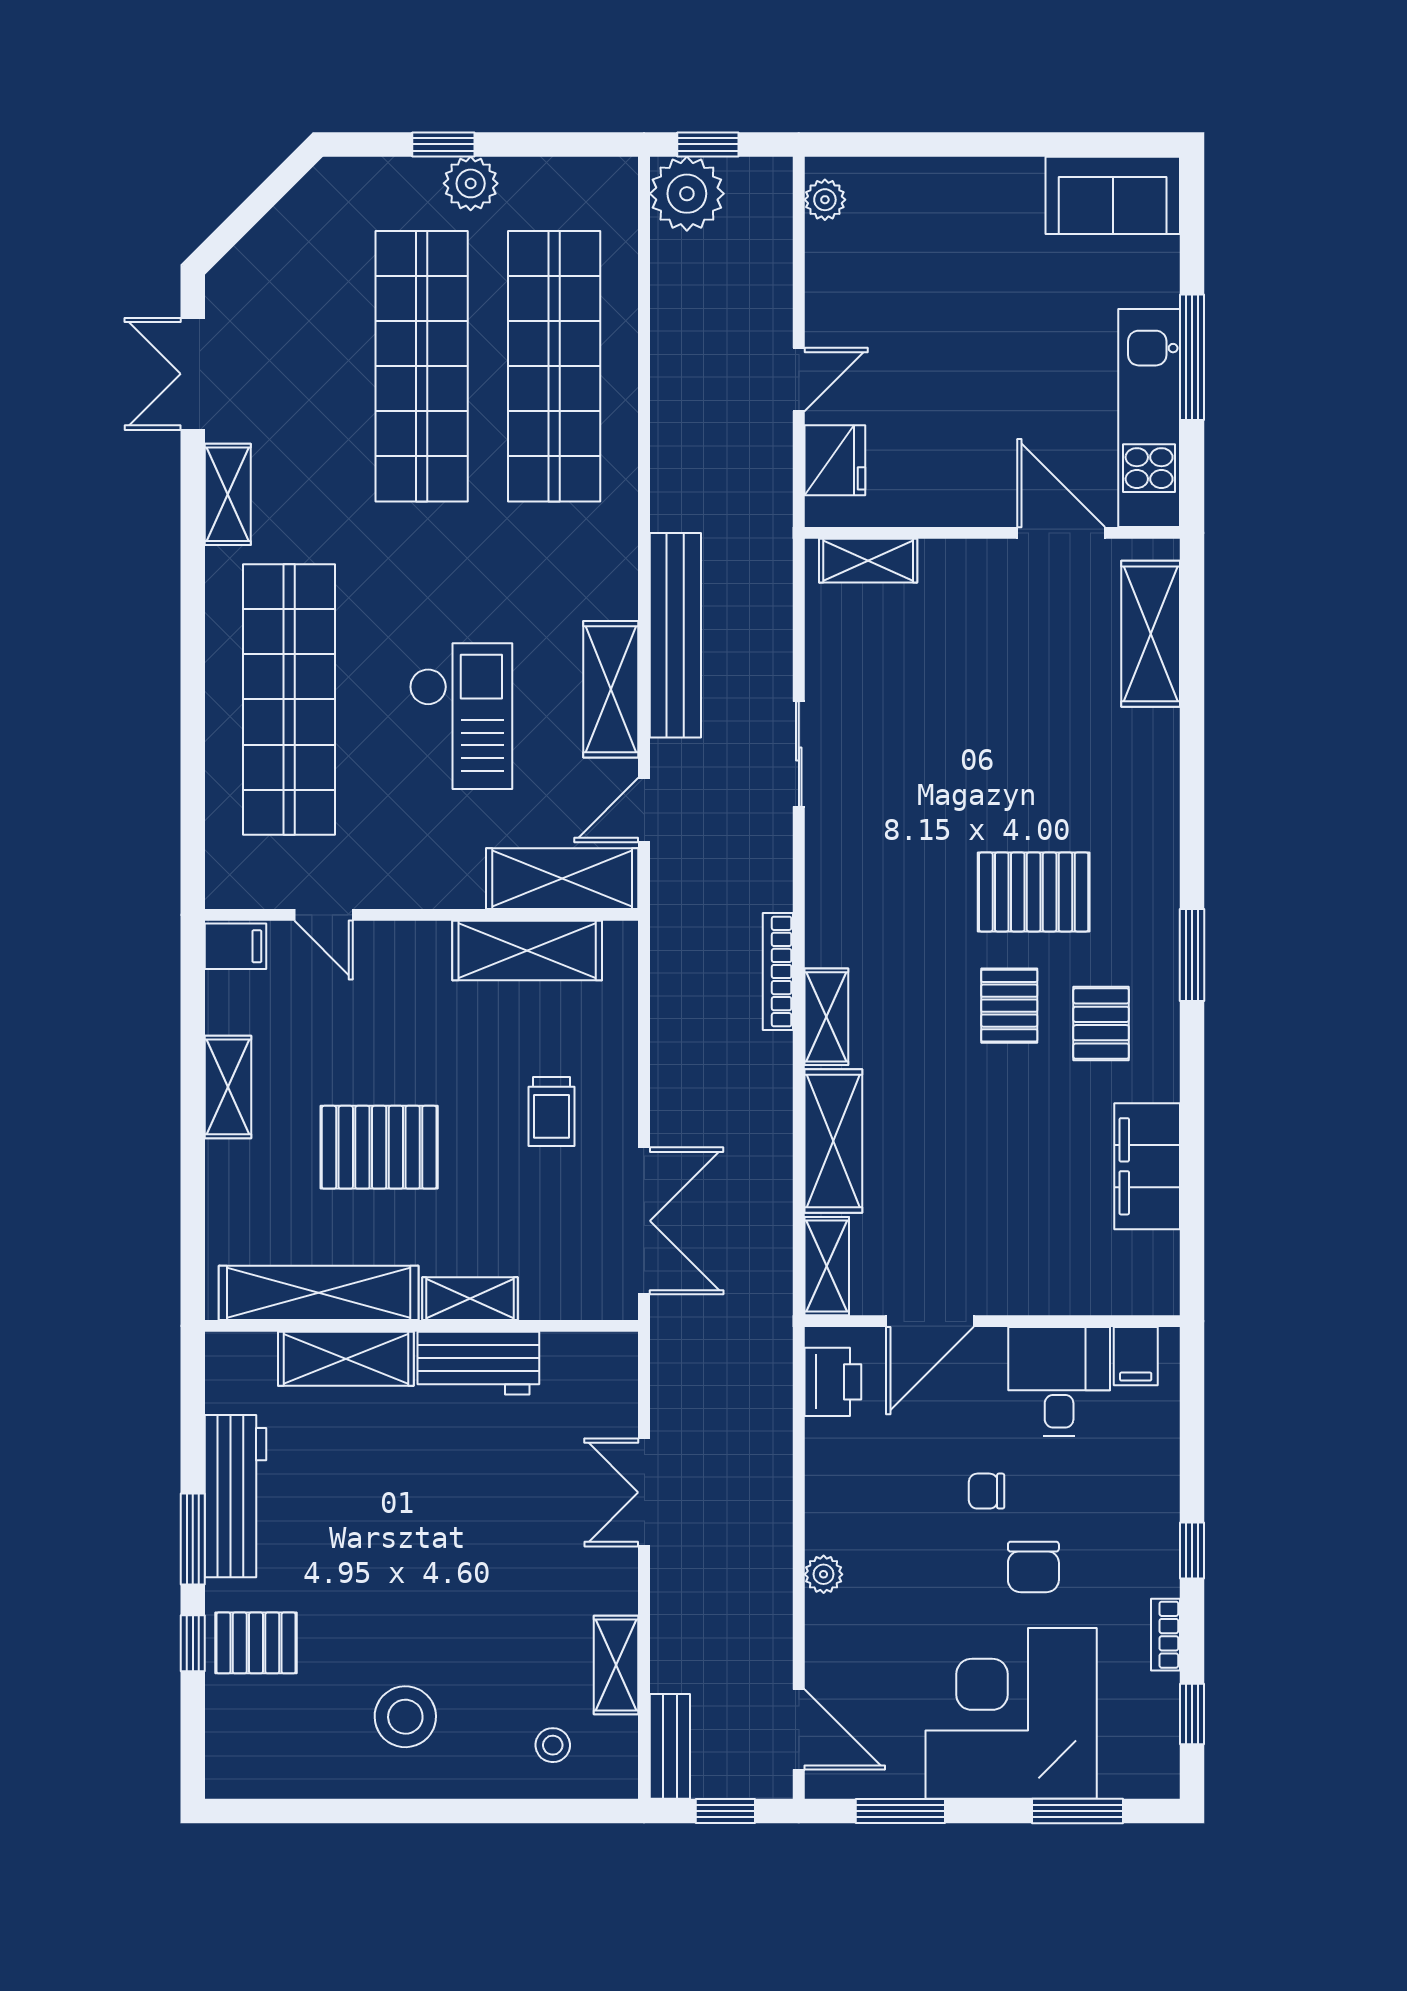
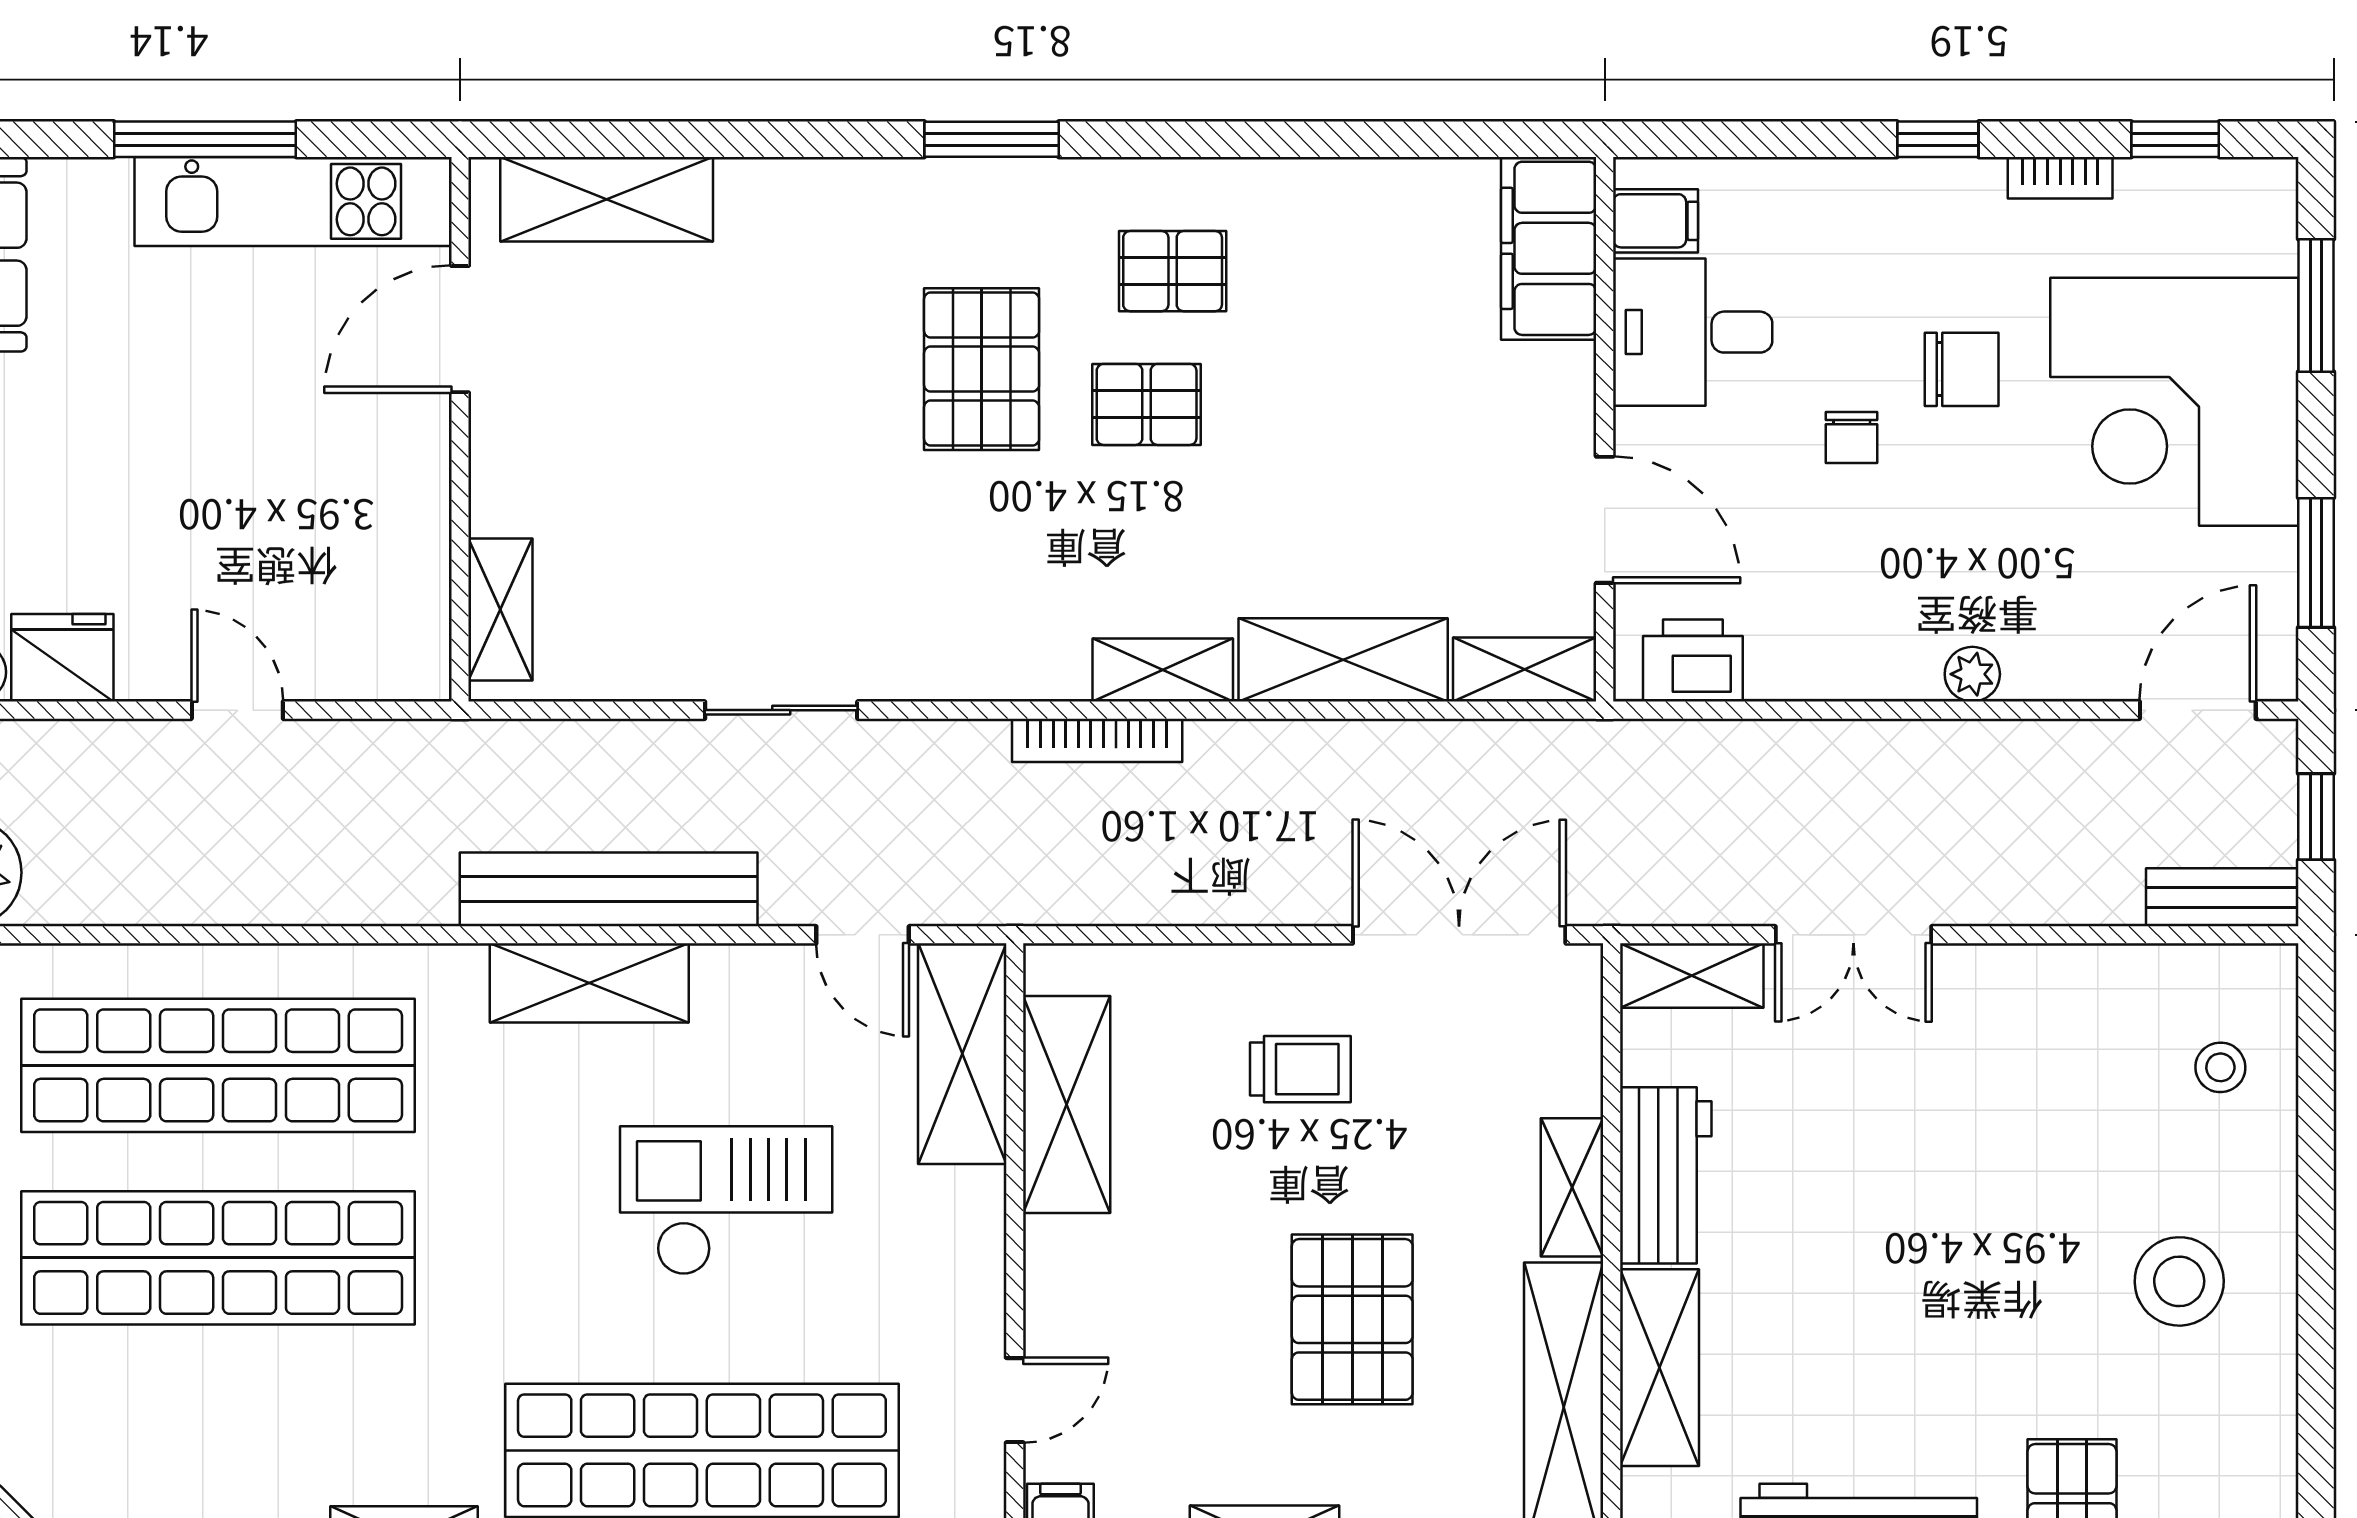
fridge: (835, 460) -> (62, 658), moved
shelving: (611, 689) -> (589, 983), moved
window: (1192, 955) -> (992, 139), moved
filing cabinet: (1147, 1166) -> (1549, 248), moved, turned 90
shelving: (616, 1665) -> (1692, 976), moved

